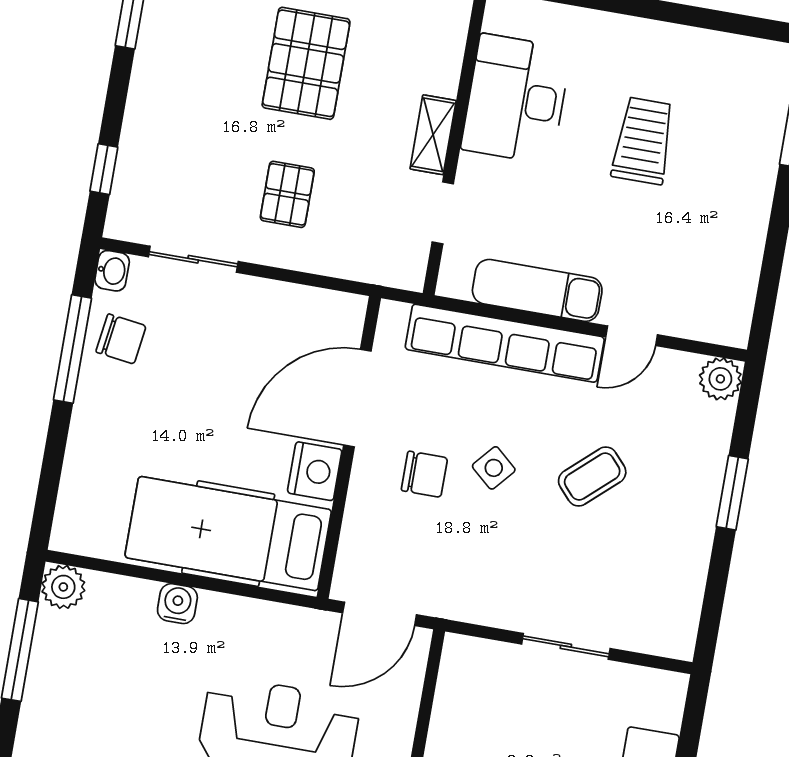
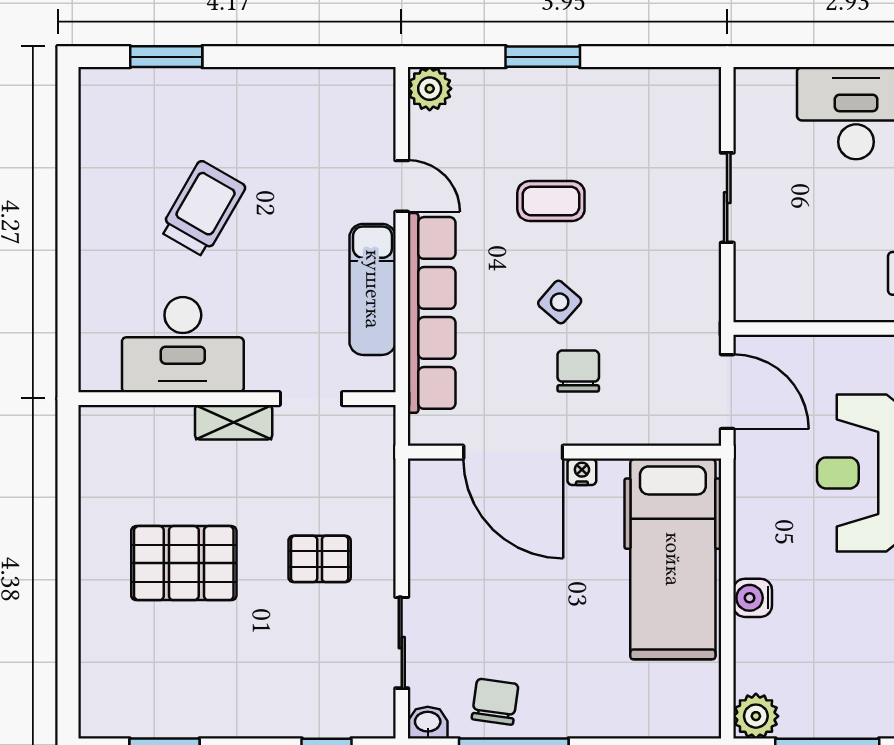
trolley: (643, 141) -> (203, 209), turned 120
nightstand: (315, 471) -> (582, 472), width x0.53, depth x0.56
coffee table: (592, 476) -> (551, 201), turned -48

